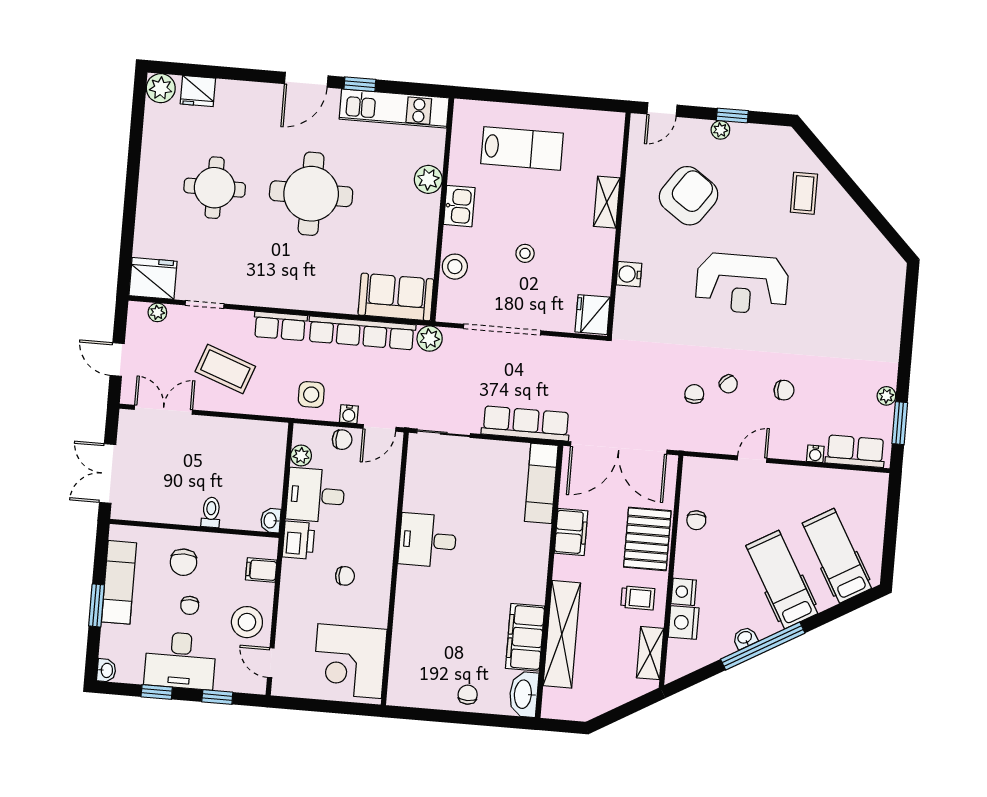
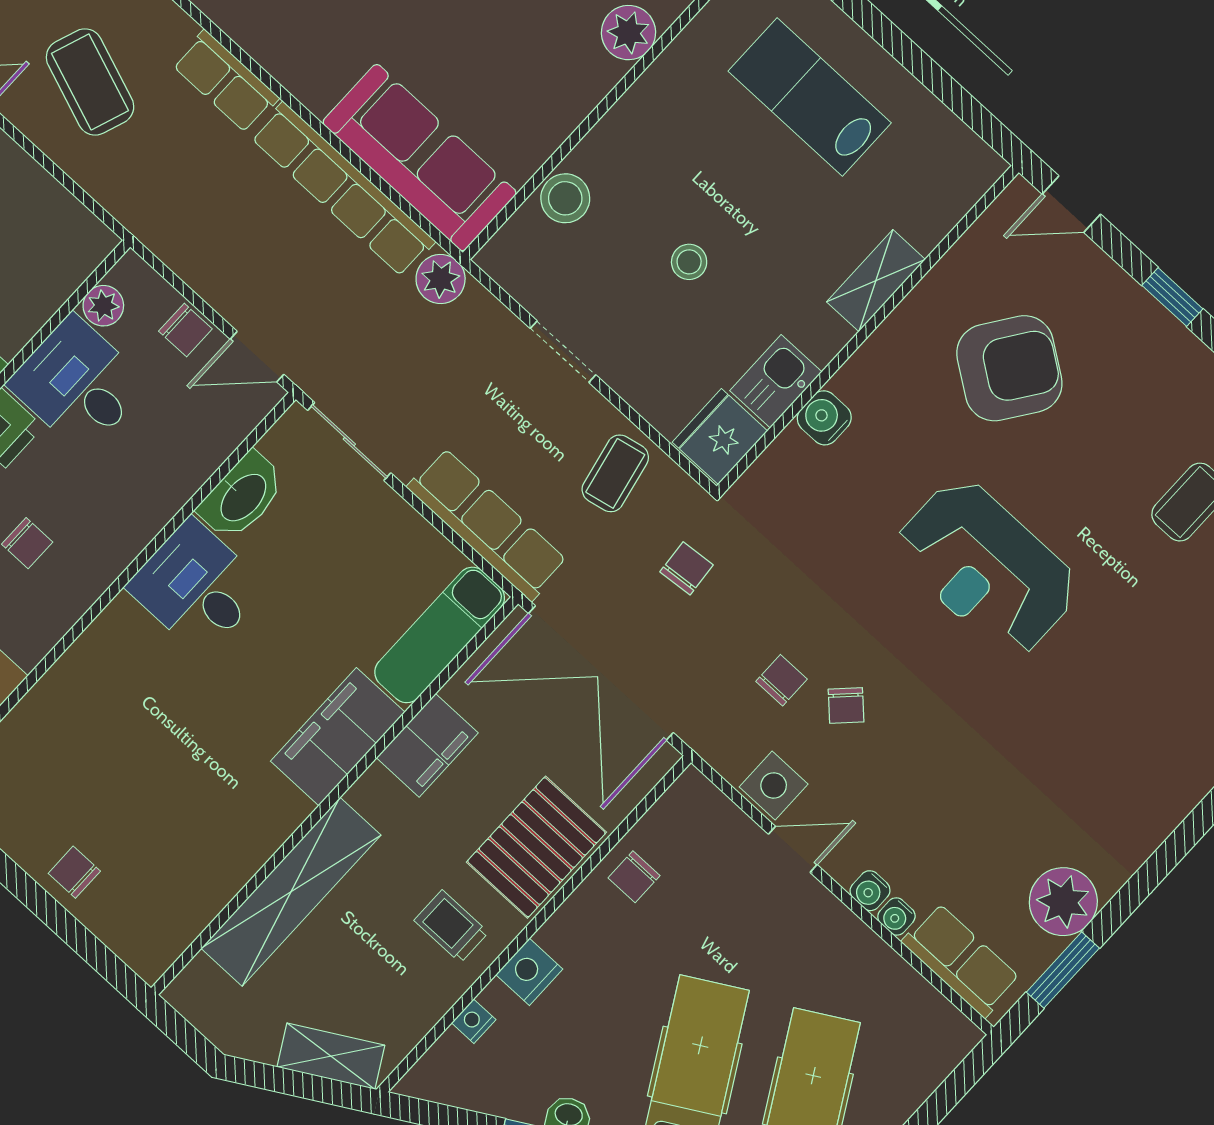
plant: (720, 130) -> (1137, 305), removed
lab bench: (522, 148) -> (810, 97), turned 180
kitchen sink: (459, 206) -> (776, 381), moved, turned 180
sofa: (396, 297) -> (420, 158), width x1.36
doorway: (502, 330) -> (563, 352), width x0.53
coffee table: (562, 362) -> (615, 473), added
chair: (784, 390) -> (687, 568), moved, turned -95
side table: (311, 395) -> (774, 786), moved
plant: (886, 396) -> (1063, 902), width x1.87, depth x1.87
water cooler: (349, 414) -> (870, 891), moved
trolley: (638, 598) -> (451, 926), turned 180
nightstand: (684, 622) -> (474, 1021), width x0.53, depth x0.56
filing cabinet: (525, 637) -> (338, 737), moved
shelving: (650, 653) -> (331, 1056), moved, turned 60
washbasin: (524, 694) -> (242, 496), moved, turned 180
chair: (468, 695) -> (74, 872), turned -90

